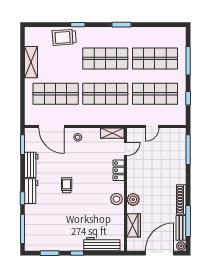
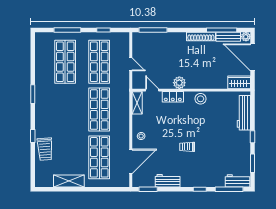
shop shelf: (105, 58) -> (65, 110), removed
workbench: (31, 191) -> (237, 181), moved
plant: (133, 199) -> (179, 83), moved
wardrobe: (134, 225) -> (239, 82), moved

